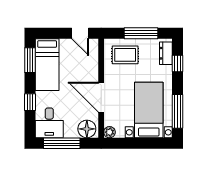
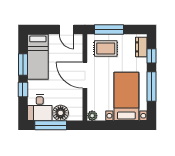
window: (141, 33) -> (109, 30), moved
window: (30, 60) -> (23, 65), moved
door: (101, 97) -> (85, 75), moved
window: (178, 111) -> (151, 86), moved
floor lamp: (87, 129) -> (61, 113), moved

